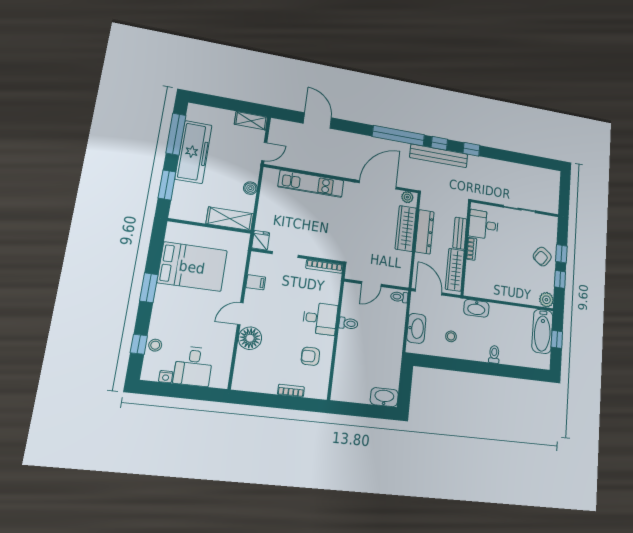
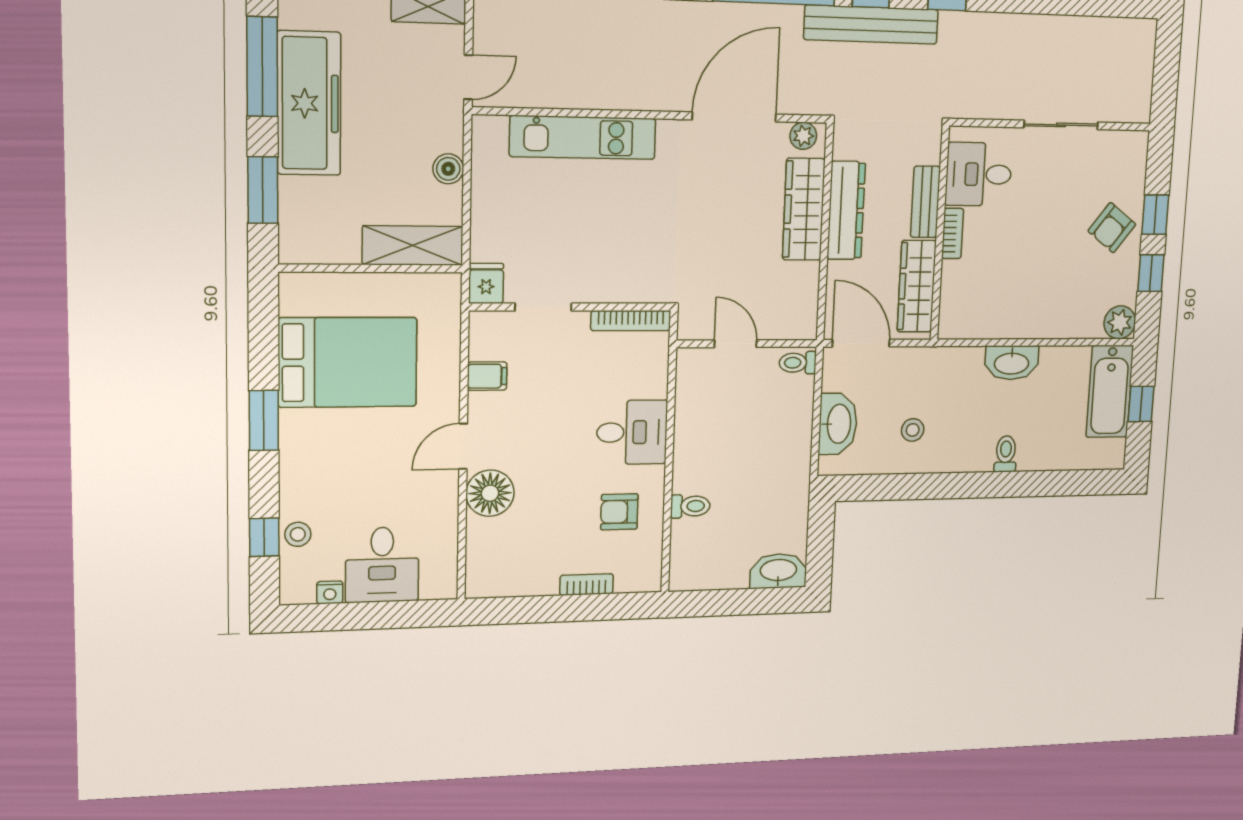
door: (371, 284) -> (736, 344), swing flipped
washbasin: (476, 308) -> (1012, 363), moved
toilet: (348, 323) -> (690, 506), moved

